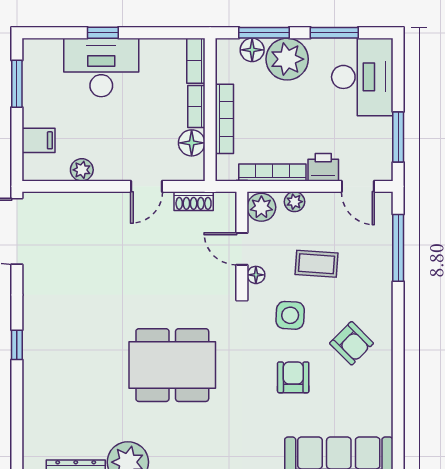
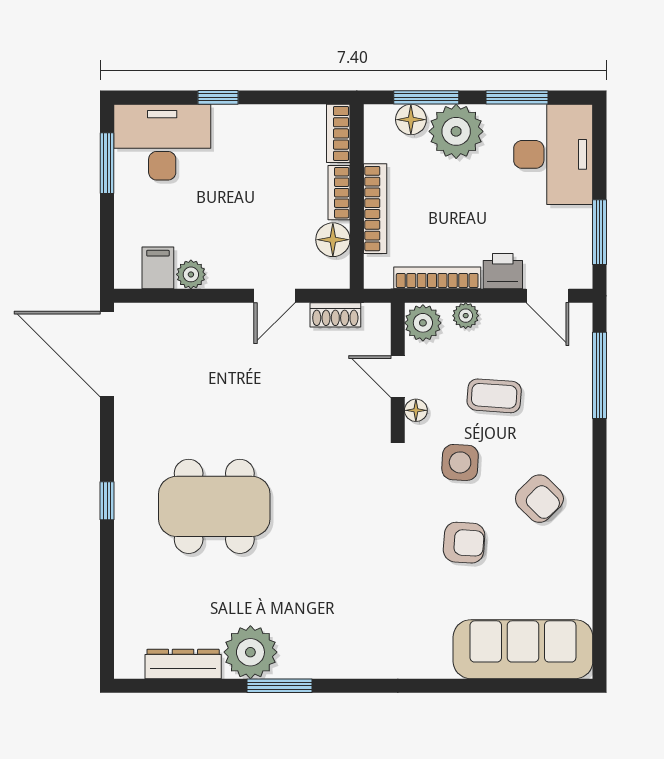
desk: (101, 67) -> (162, 142), moved
filing cabinet: (38, 140) -> (158, 268), moved, turned -90
dining table: (172, 365) -> (214, 506), moved
armchair: (293, 377) -> (464, 543), turned 94

